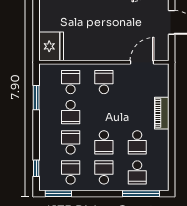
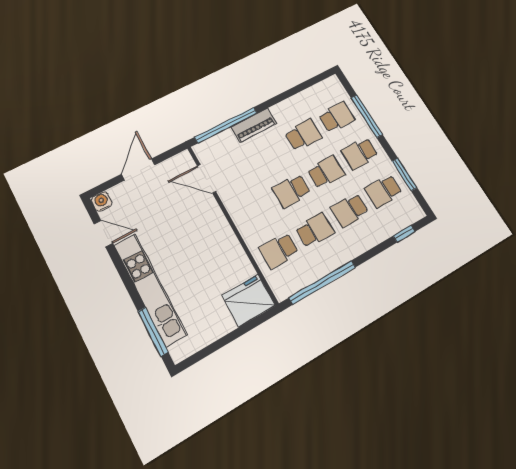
school desk: (104, 82) -> (291, 191), moved
window: (172, 95) -> (226, 125), added
window: (36, 98) -> (323, 282), width x2.11
window: (58, 194) -> (404, 174), moved
window: (141, 194) -> (367, 116), moved

